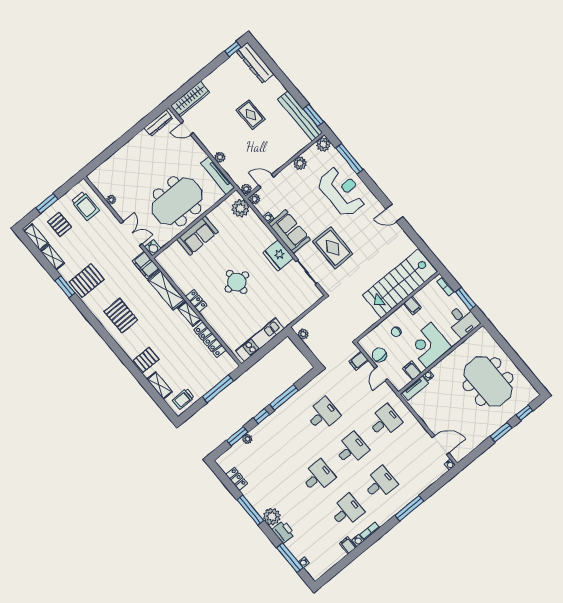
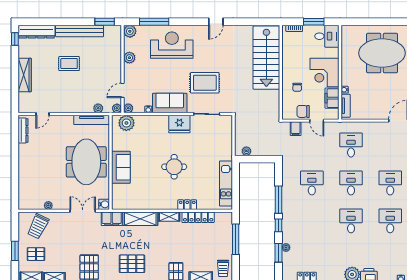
wardrobe: (190, 99) -> (25, 75), moved
bench: (300, 116) -> (80, 31), moved
plant: (220, 157) -> (98, 108), moved
trolley: (85, 206) -> (38, 226), turned 116
locker: (196, 301) -> (187, 205), moved
filing cabinet: (412, 305) -> (288, 61), removed
filing cabinet: (412, 371) -> (332, 98), width x2.00

